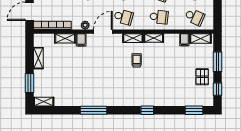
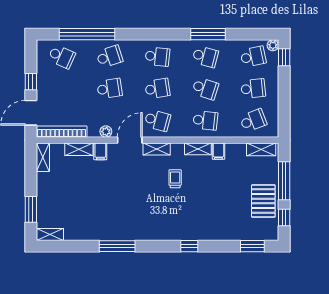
school desk: (195, 17) -> (253, 120), turned -45
shelving: (133, 38) -> (157, 149), moved
filing cabinet: (184, 40) -> (218, 151), moved
shelving: (38, 58) -> (43, 157), moved
window: (218, 62) -> (284, 181), width x1.44
pallet: (202, 77) -> (263, 201), width x1.50, depth x1.42

